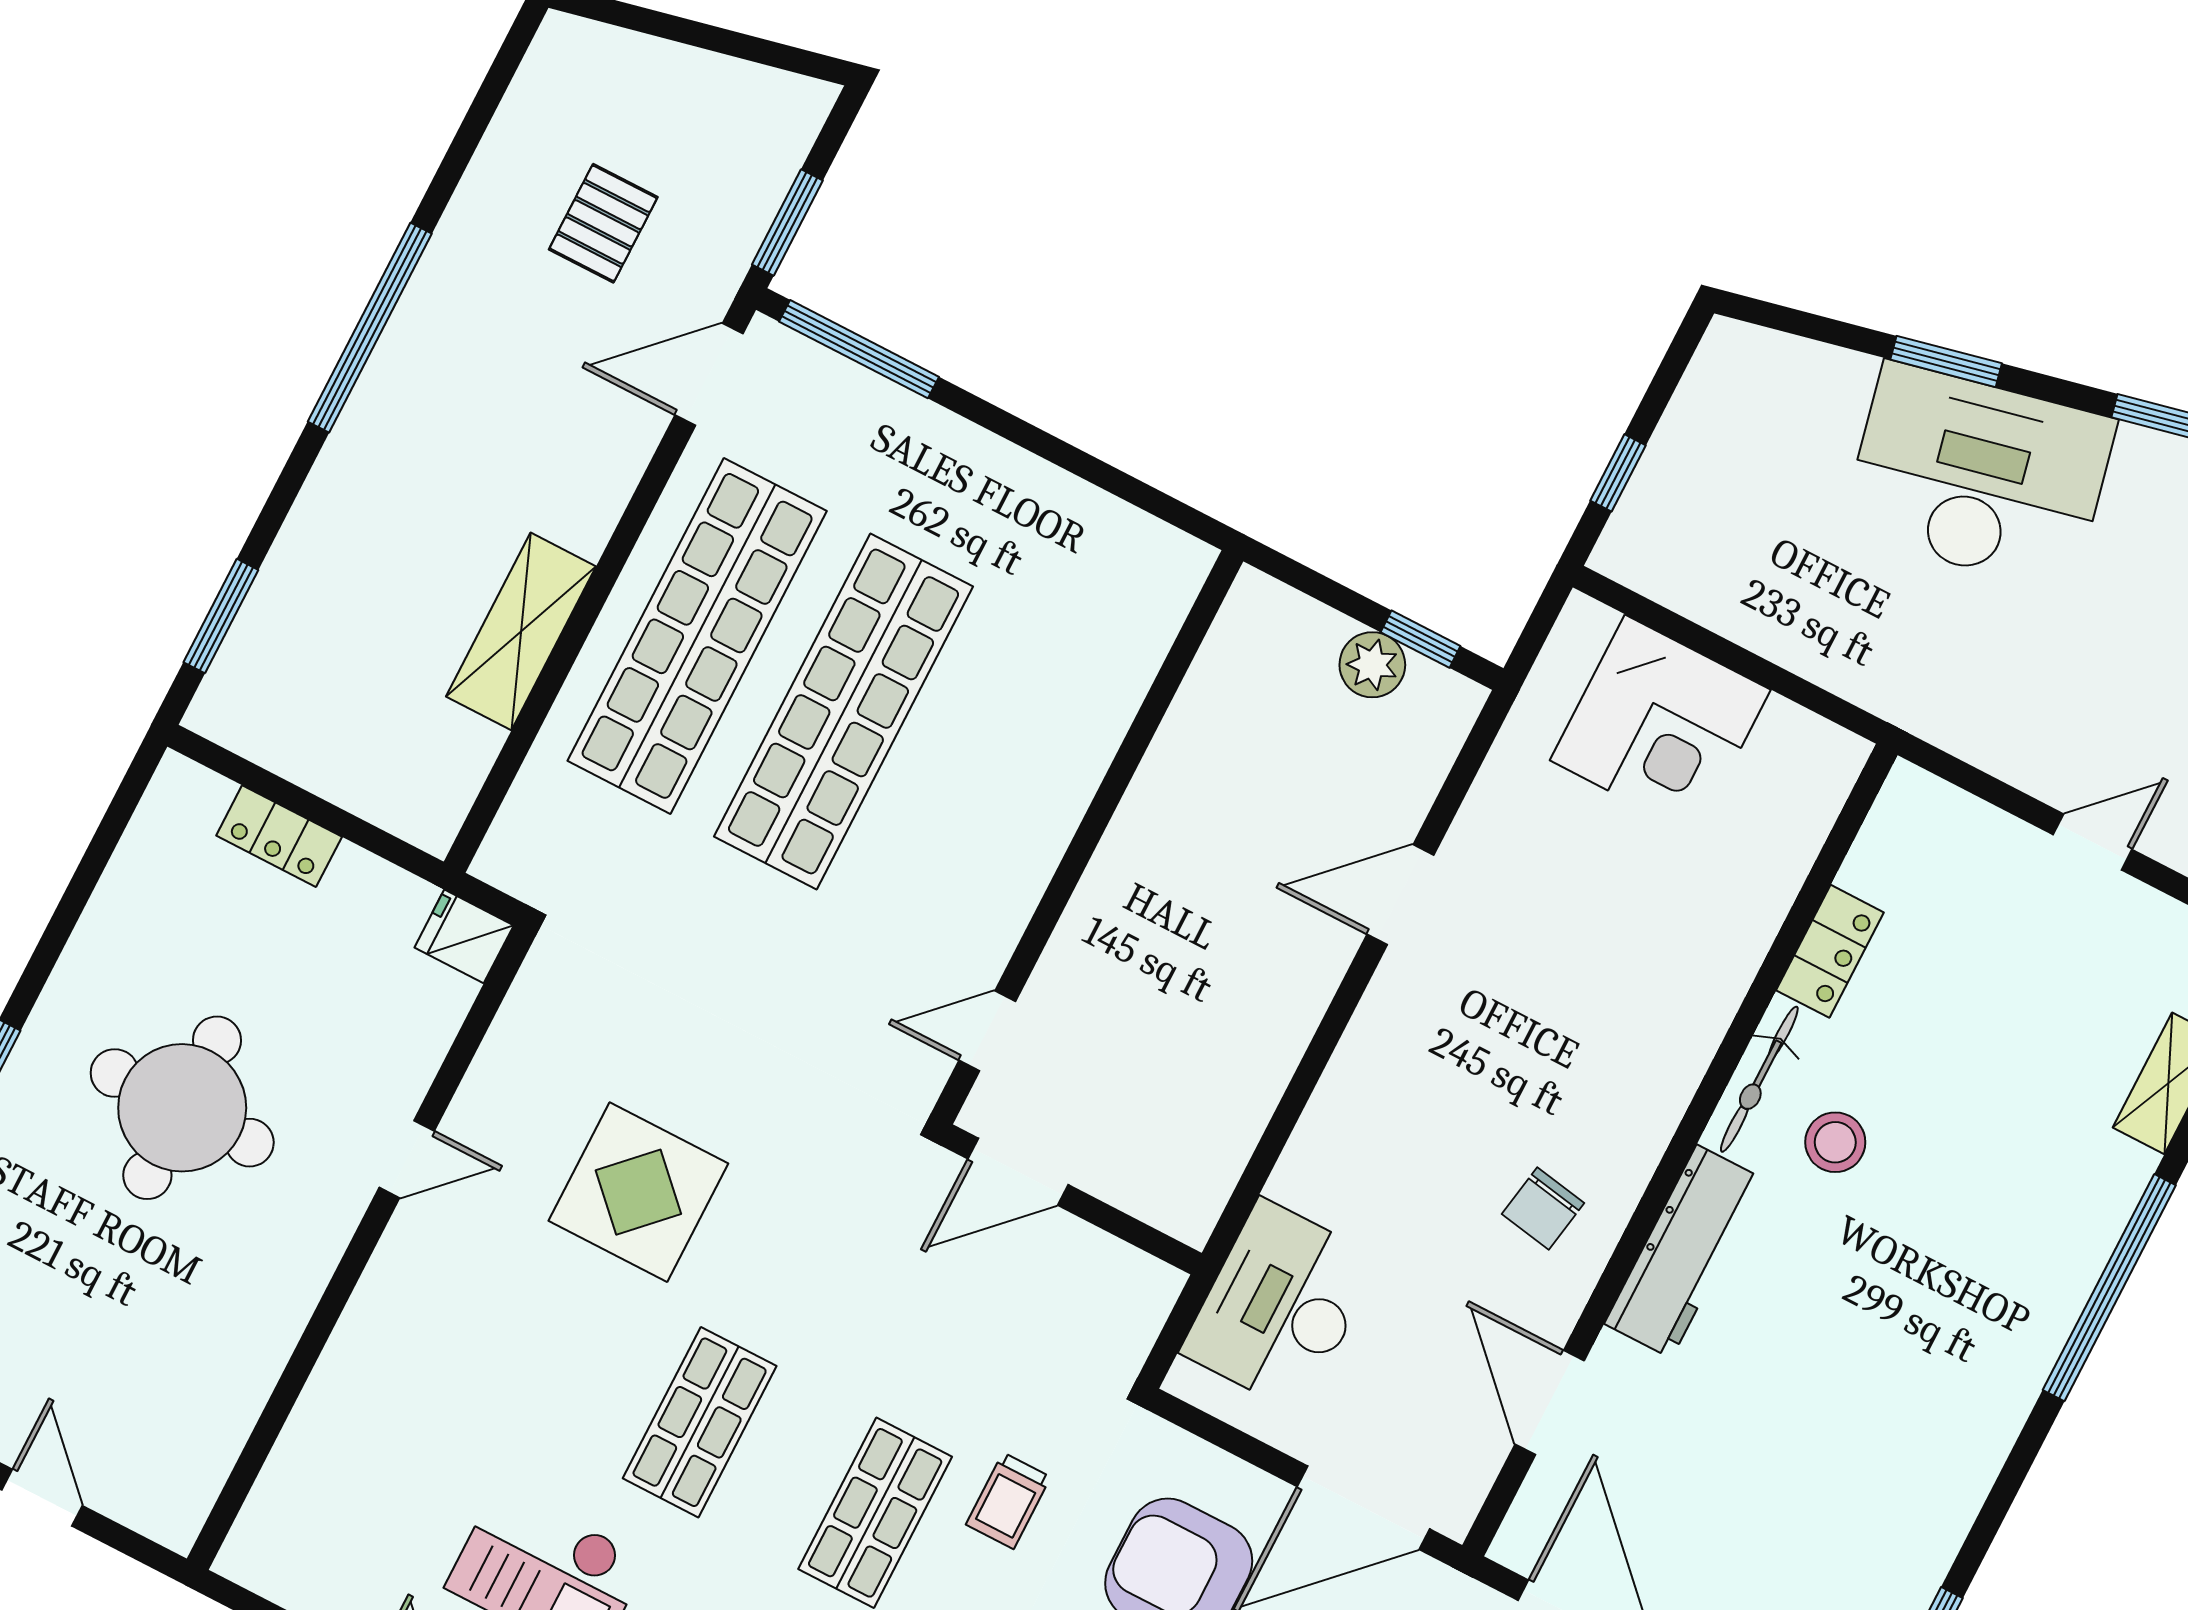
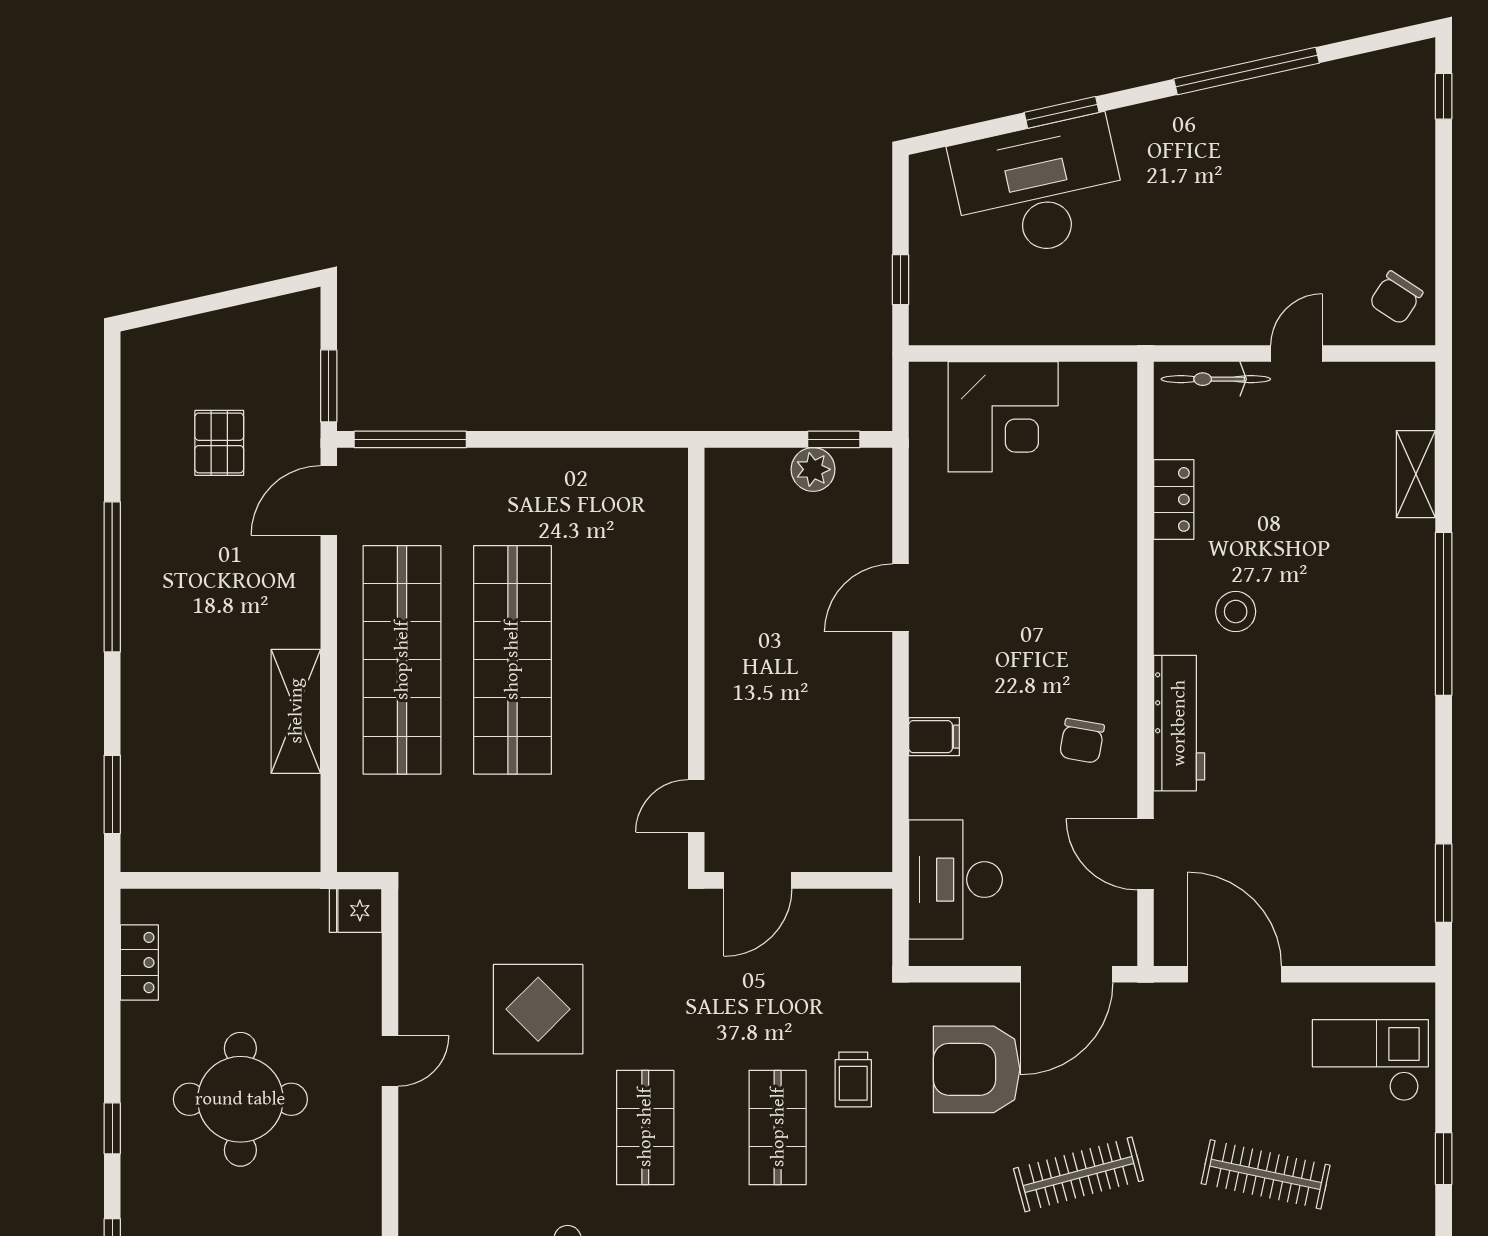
desk: (1979, 476) -> (1039, 188), moved
locker: (279, 836) -> (139, 963), moved, turned -90
bicycle: (1759, 1079) -> (1216, 379), moved, turned 90
filing cabinet: (1350, 1102) -> (934, 737), added

